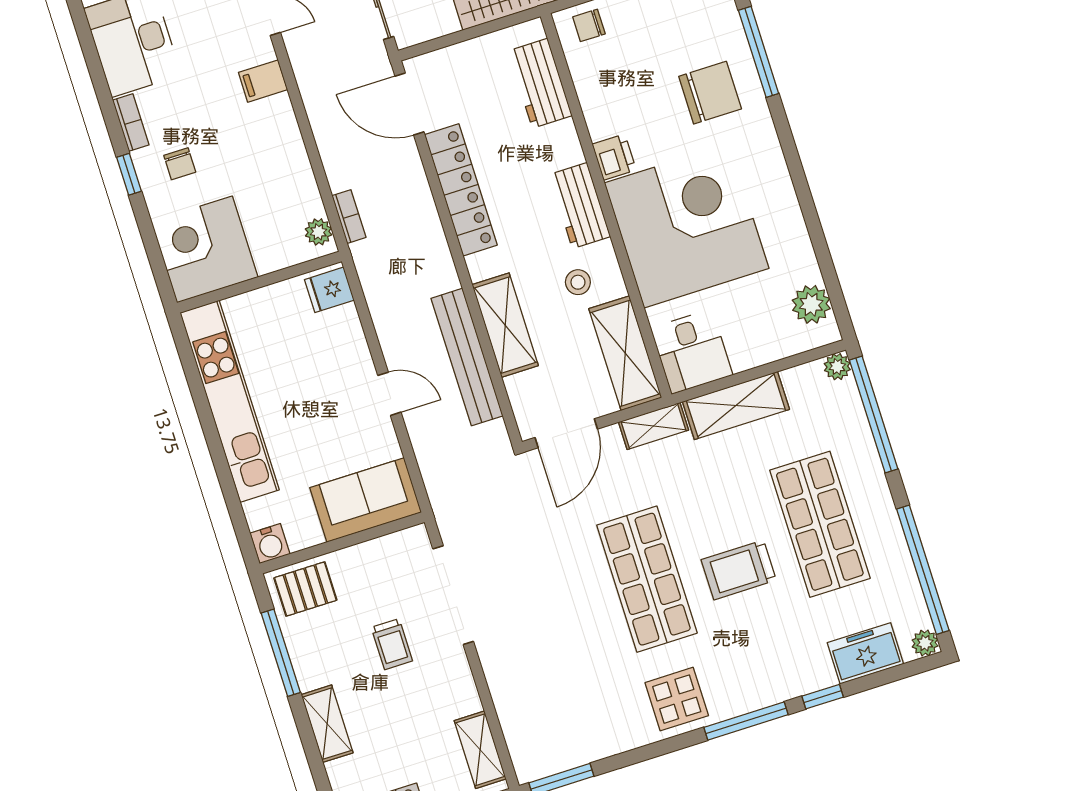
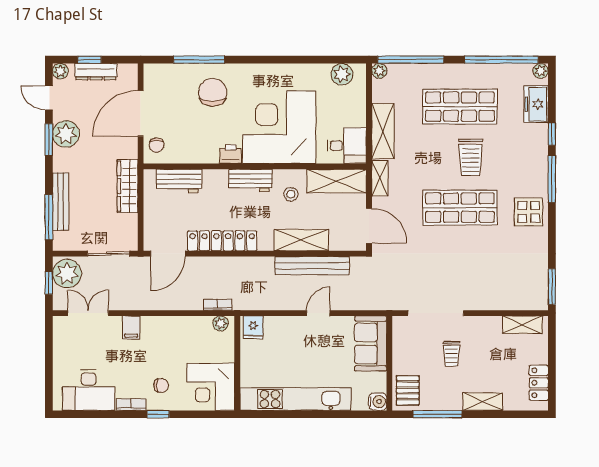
trolley: (392, 644) -> (452, 354), turned 90

